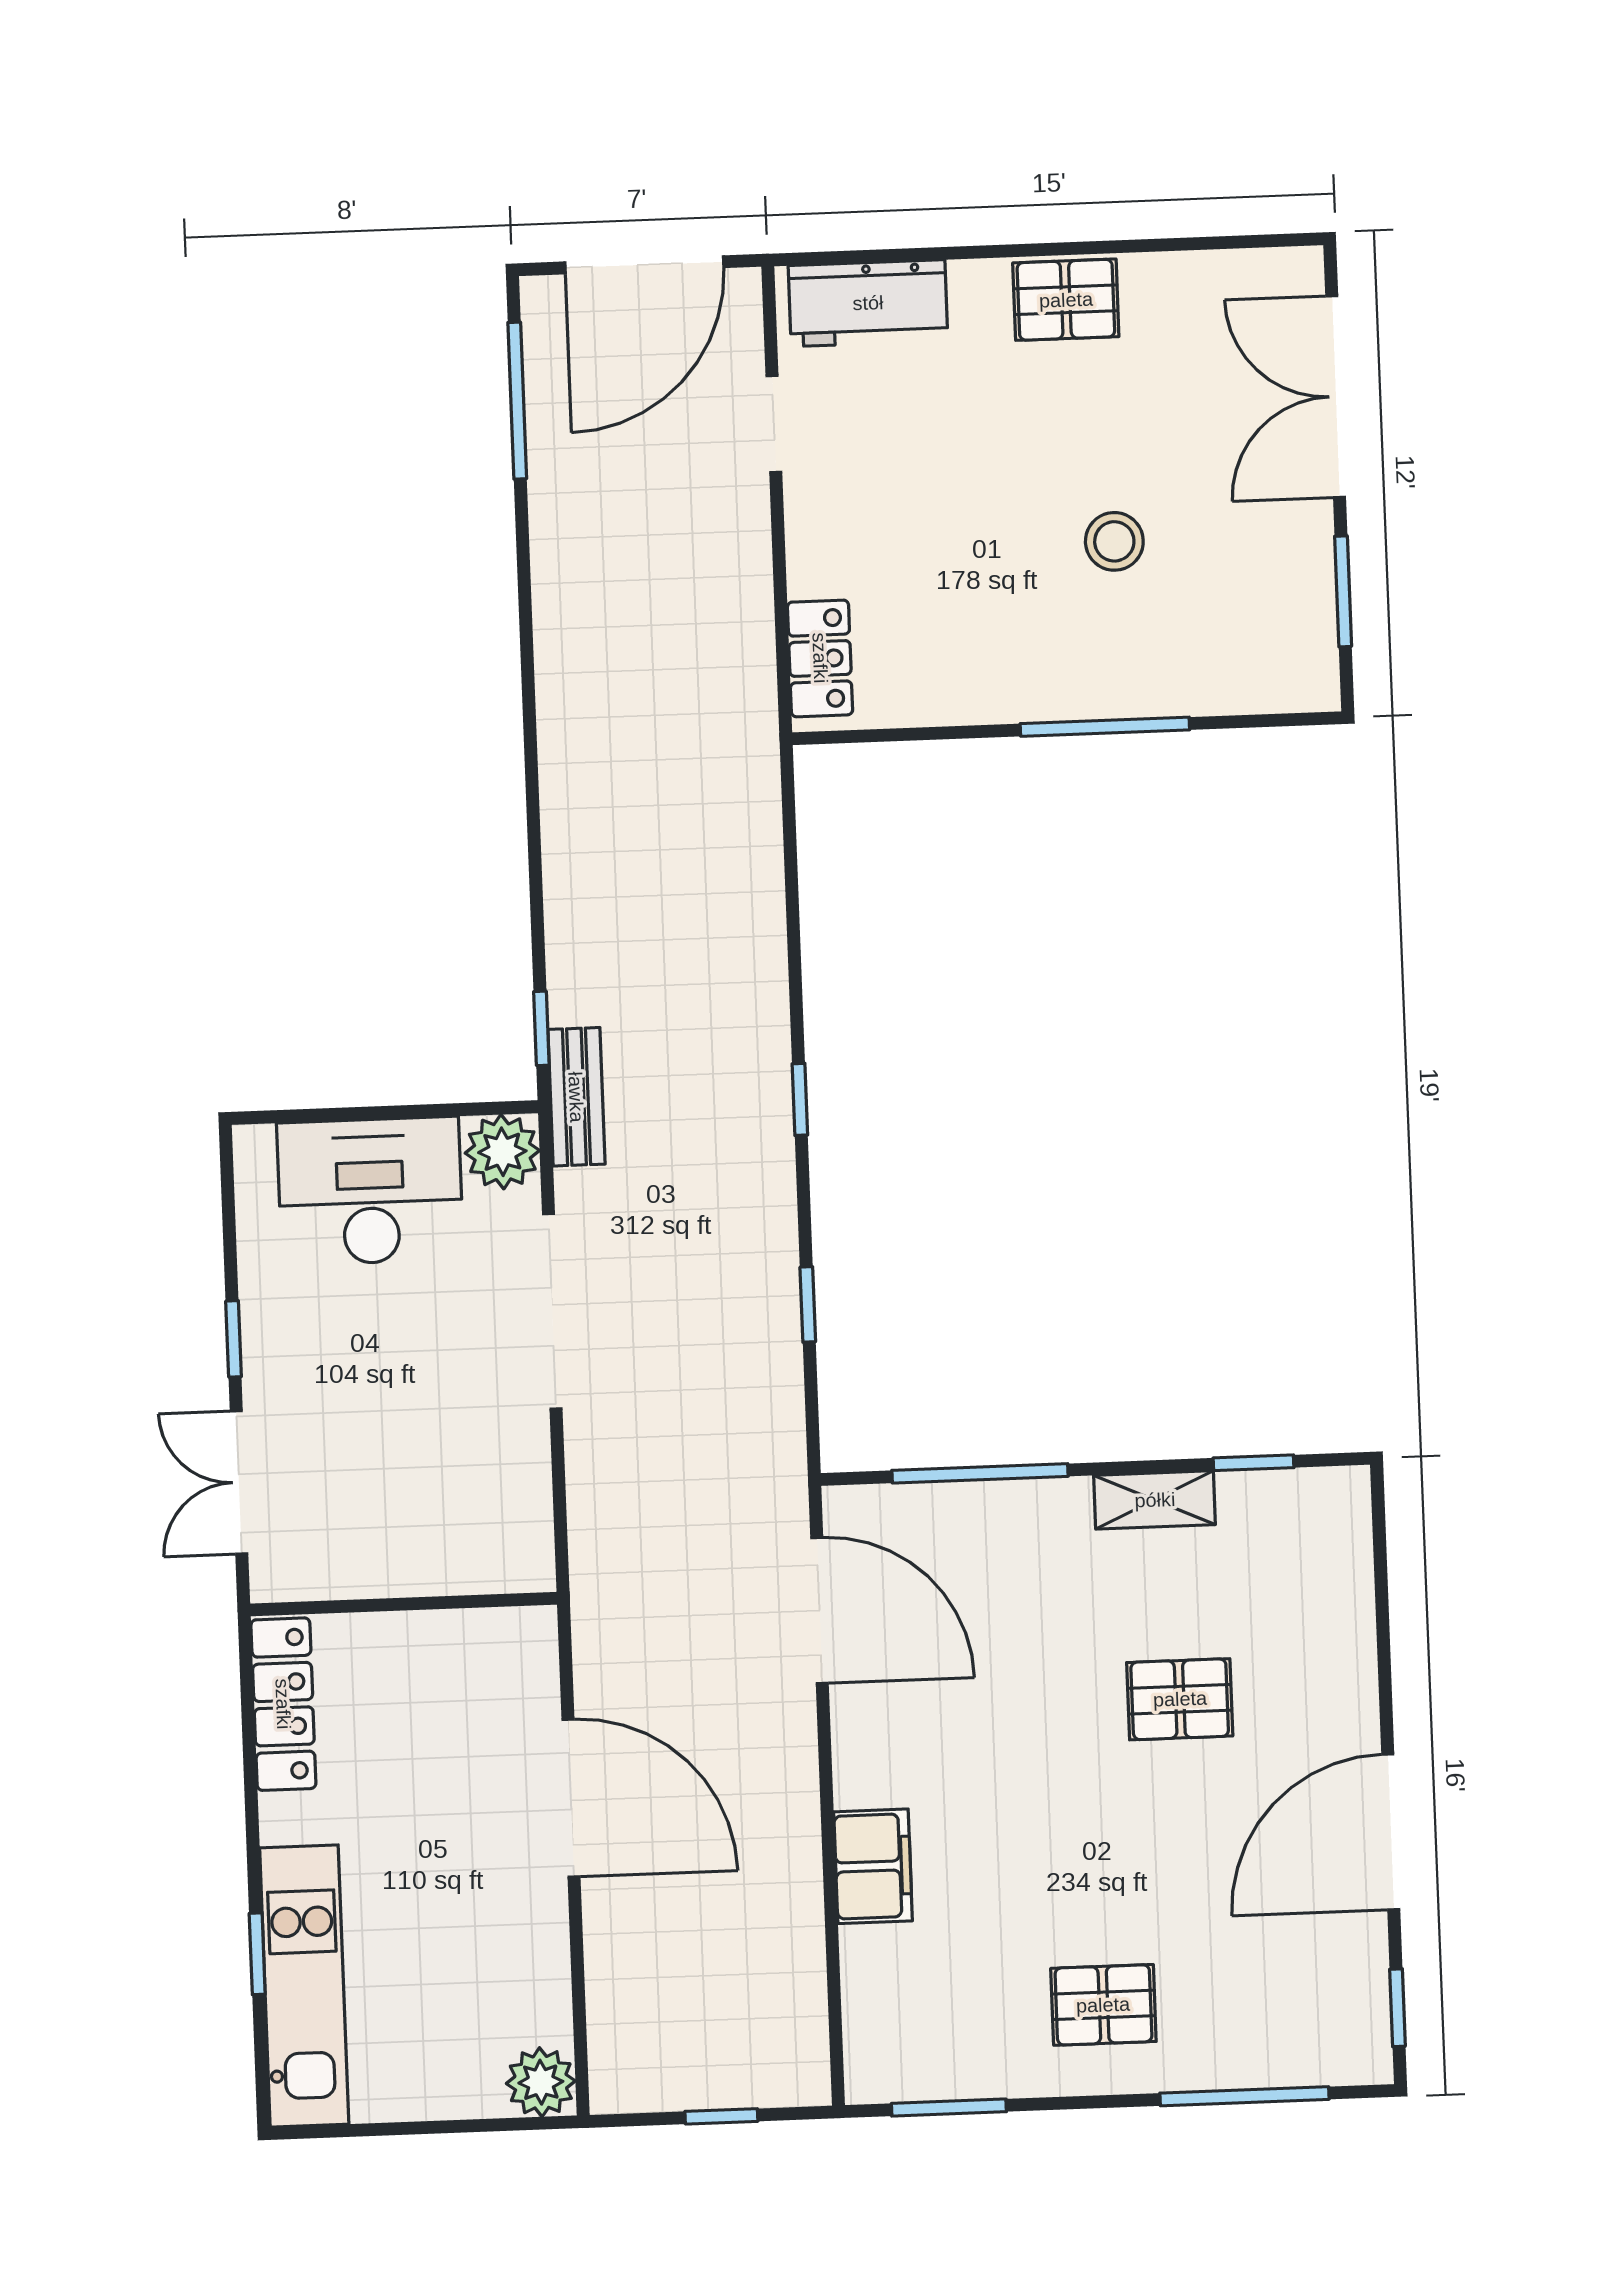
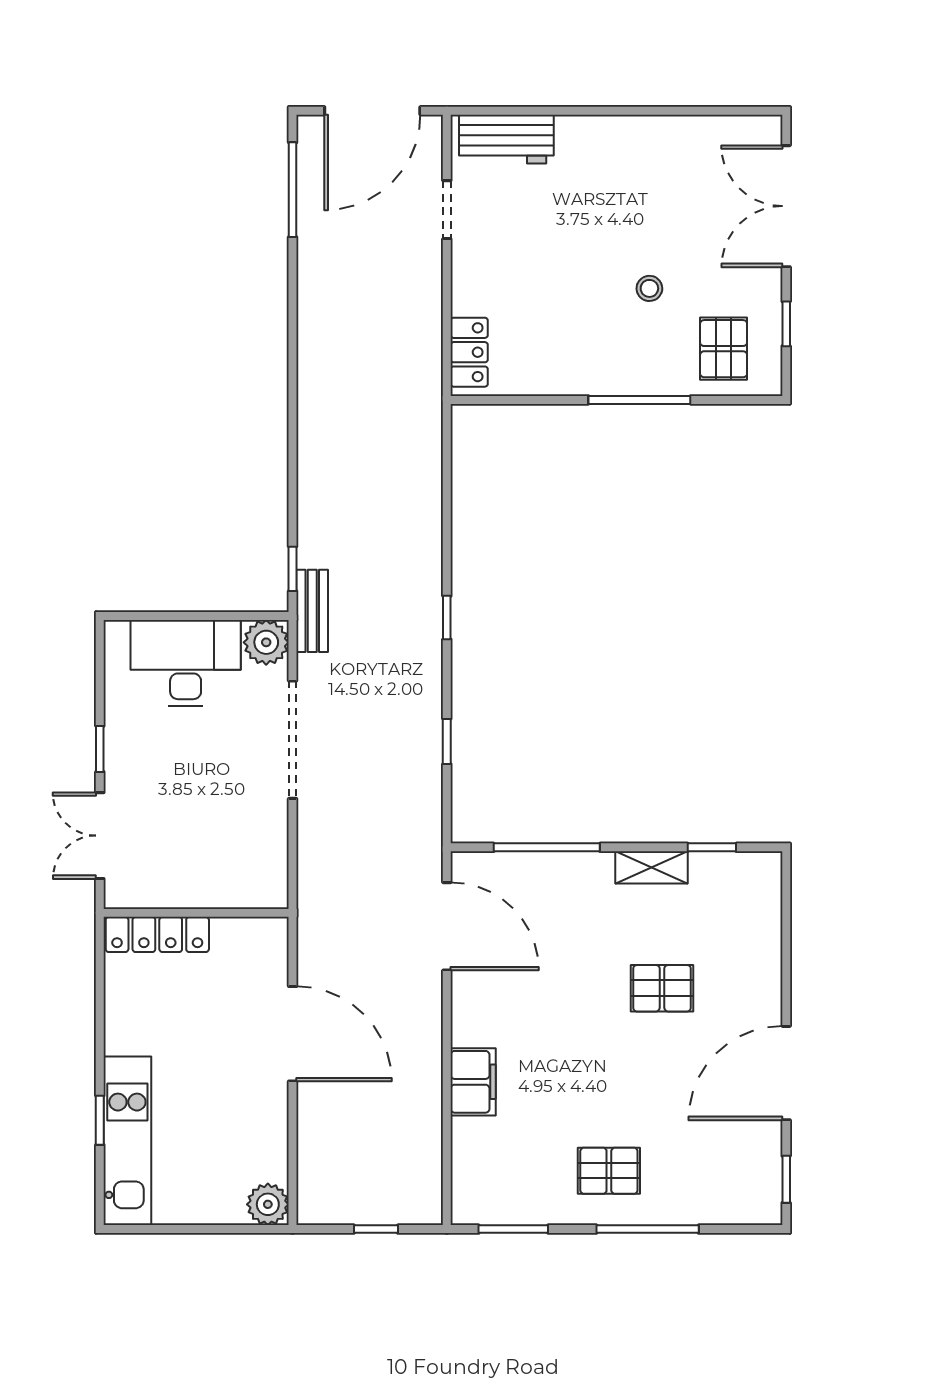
pallet: (1066, 300) -> (724, 349), moved, turned 90
stool: (1114, 541) -> (649, 288), width x0.73, depth x0.73
window: (1343, 591) -> (786, 324), width x0.67
locker: (283, 1704) -> (157, 934), moved, turned 90
window: (1244, 2096) -> (648, 1229), moved

